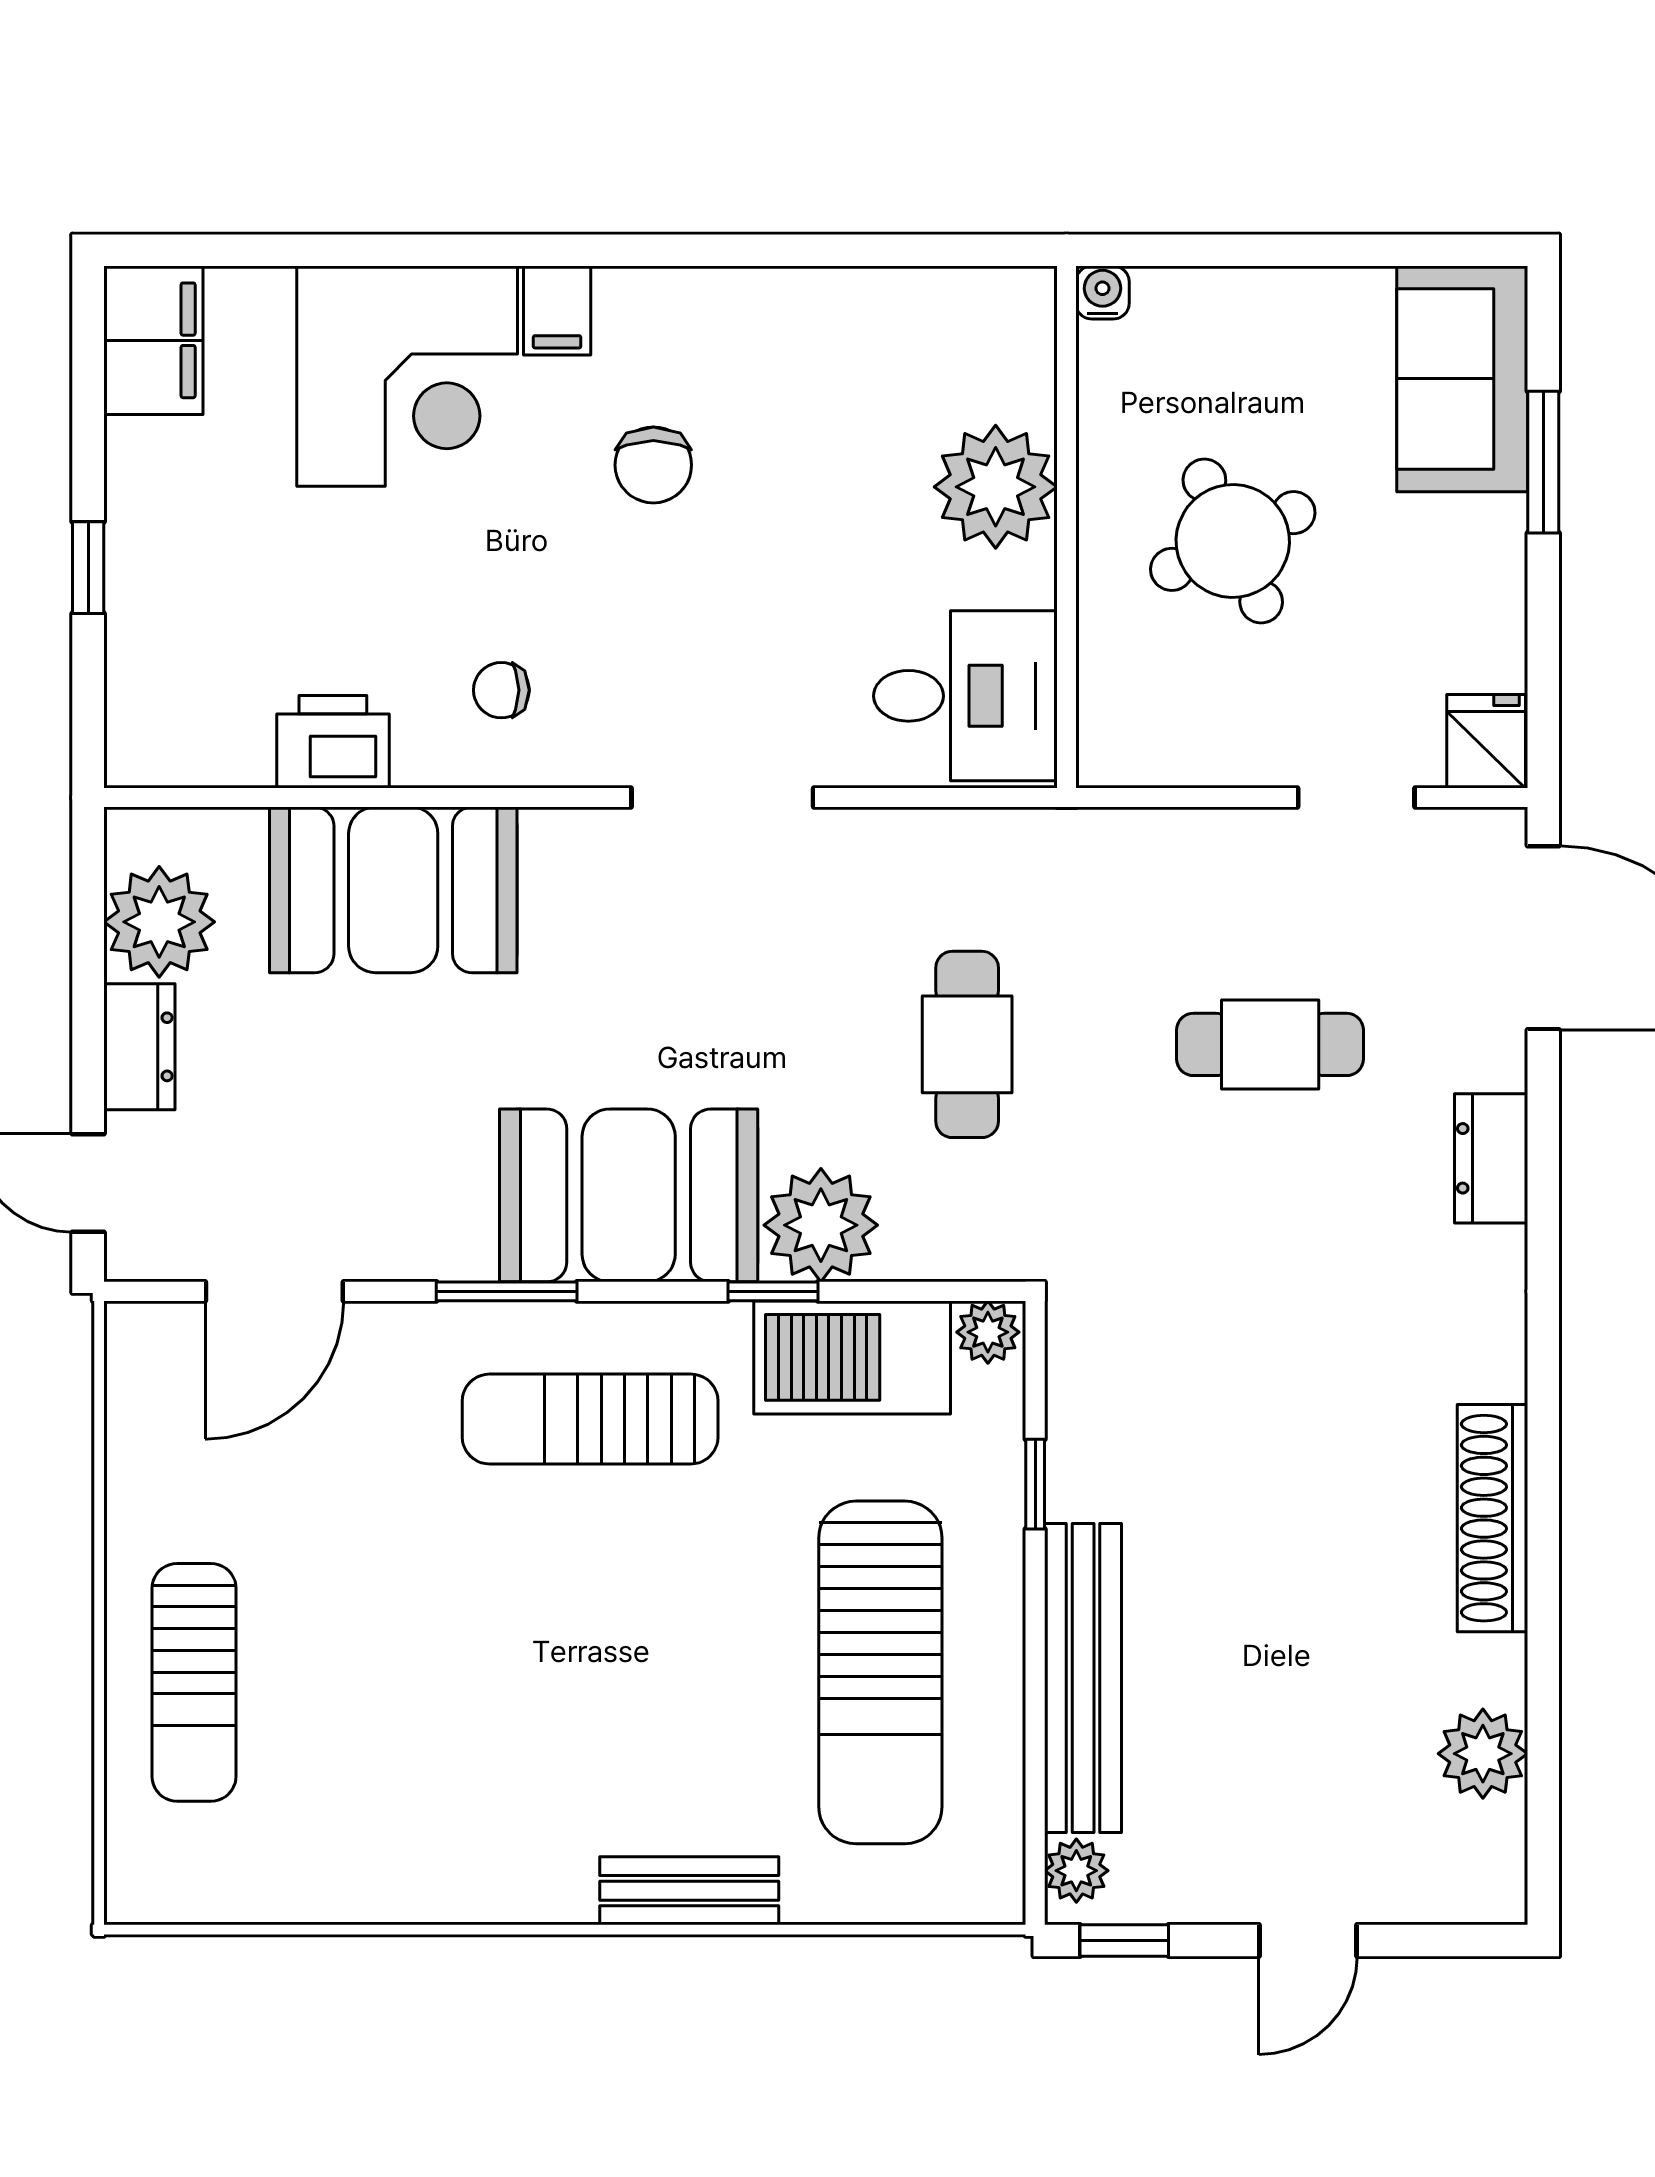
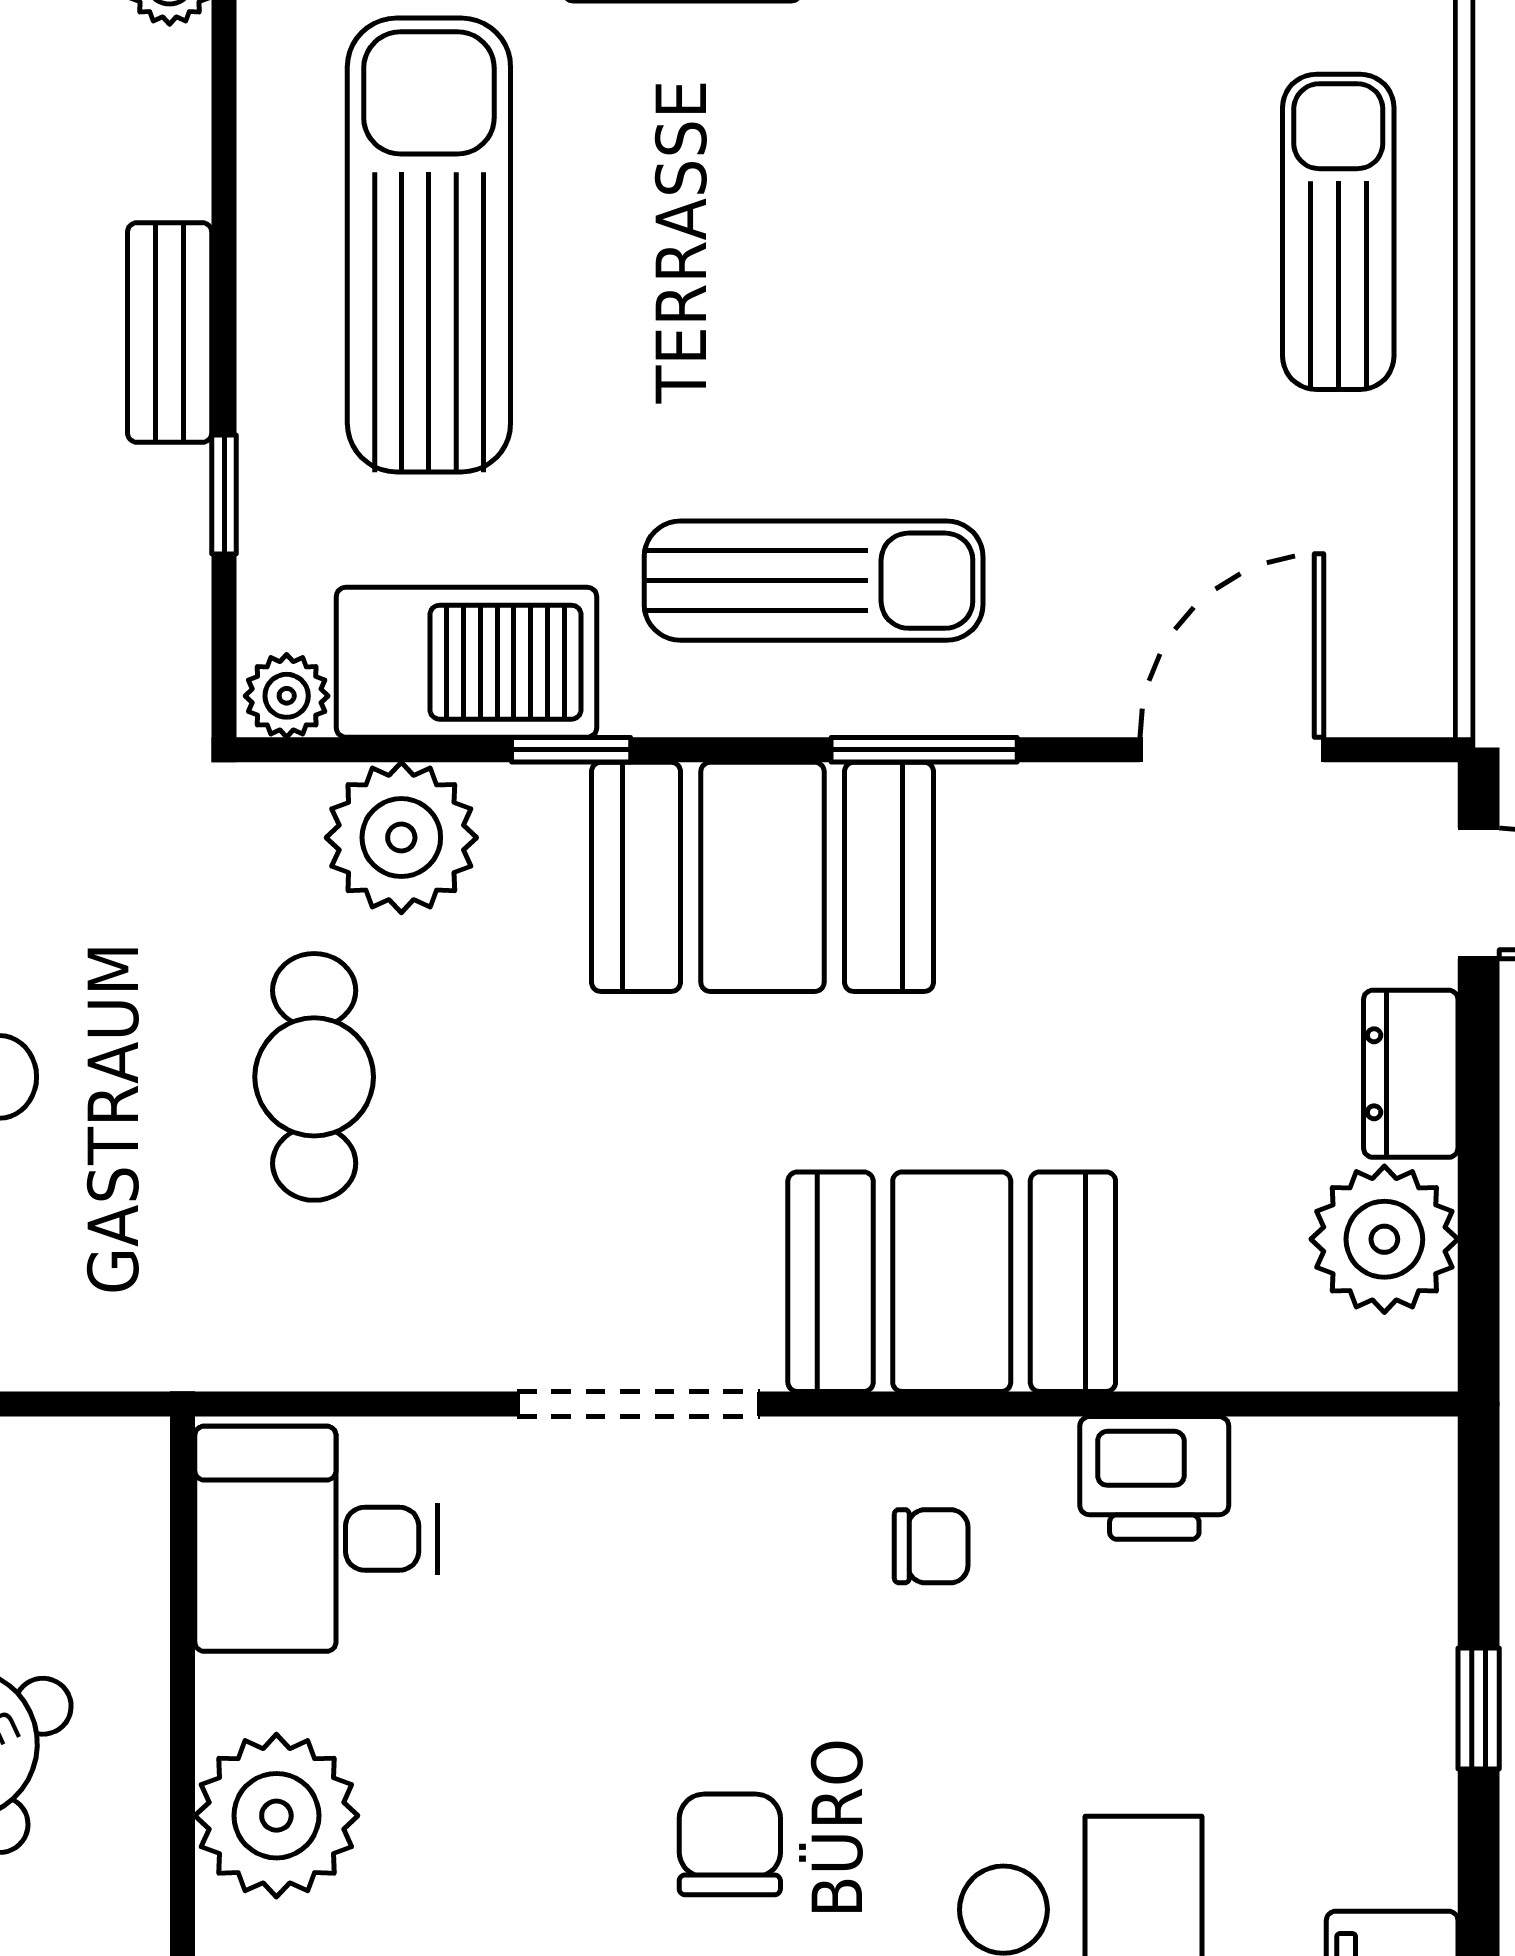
booth: (393, 890) -> (952, 1282), moved
plant: (821, 1225) -> (401, 838), moved
bench: (1083, 1678) -> (170, 332), width x0.54, depth x0.82

